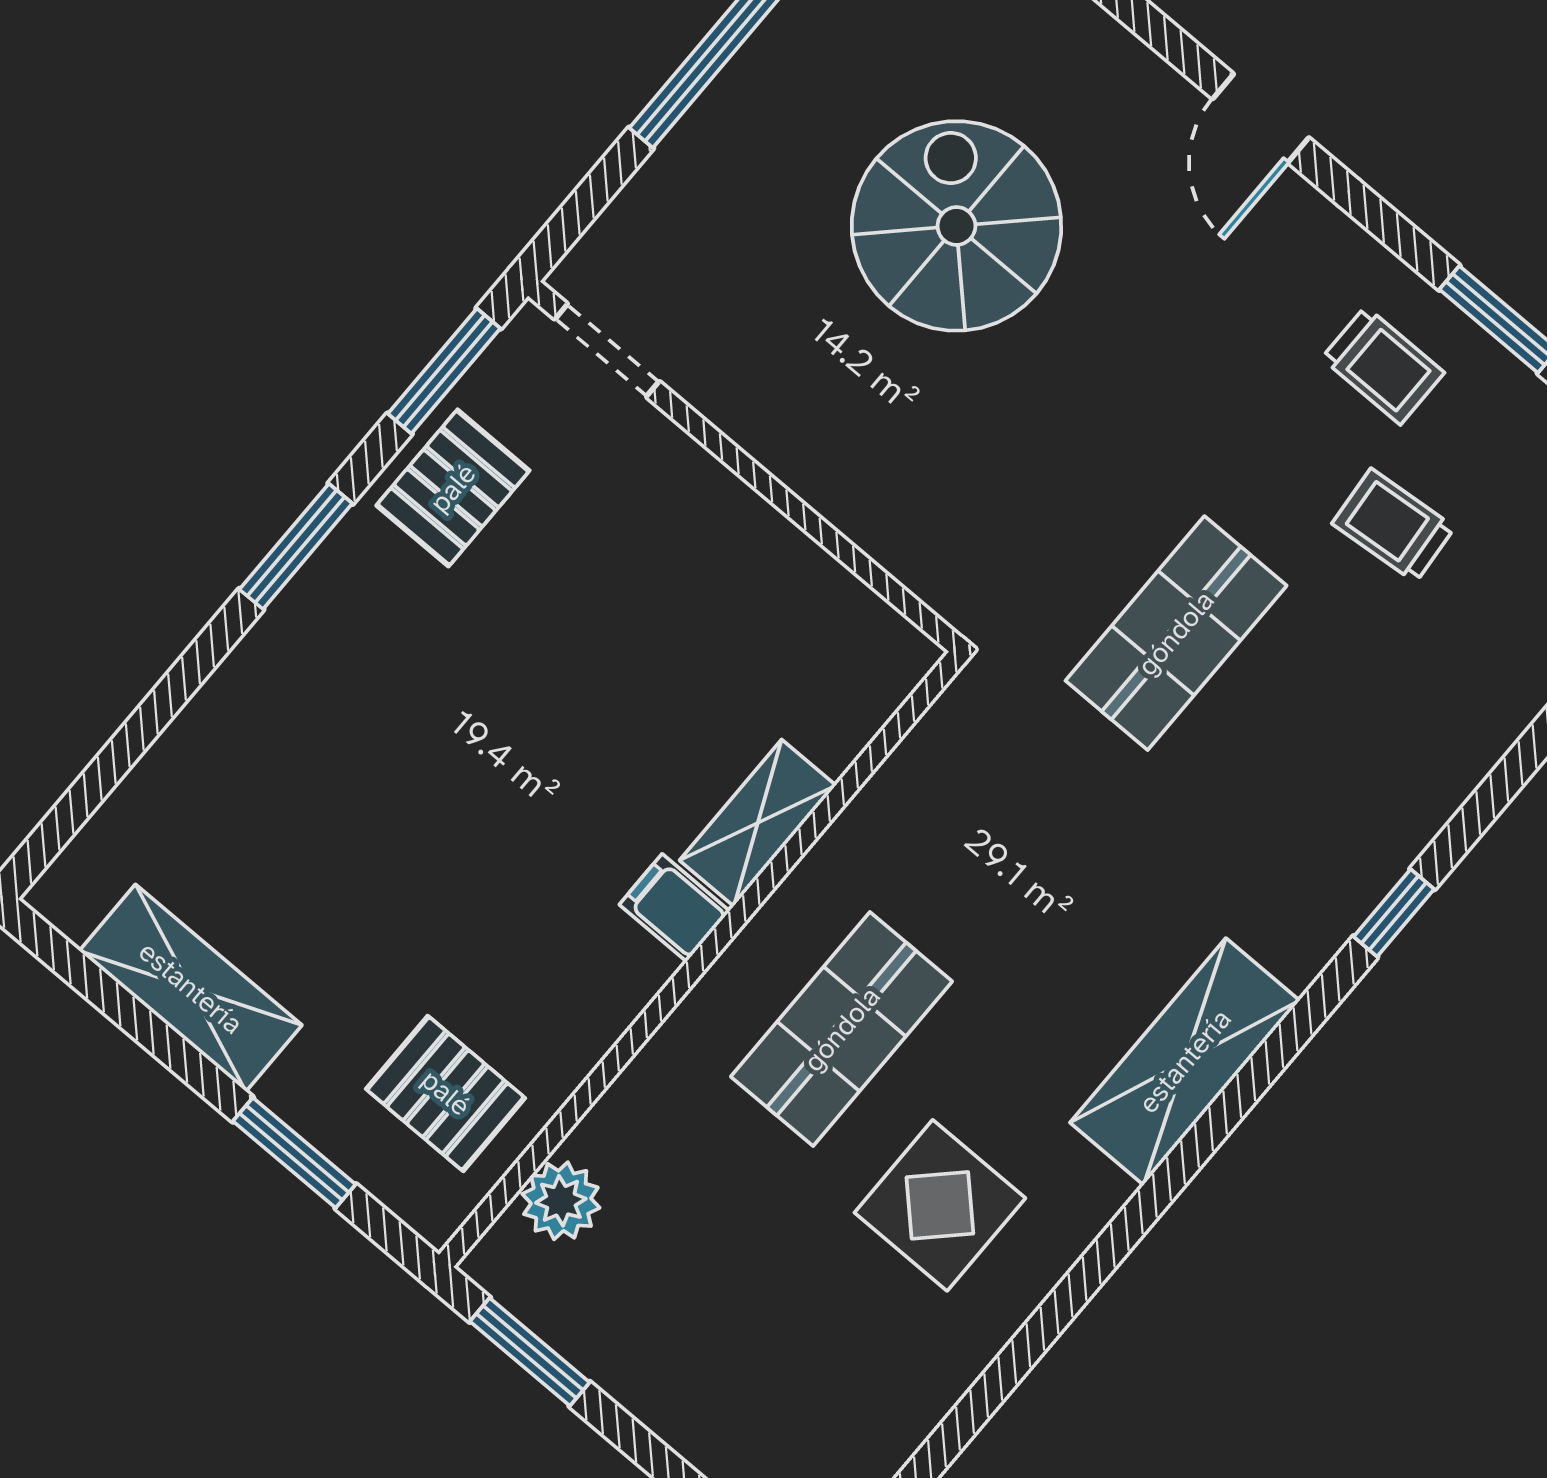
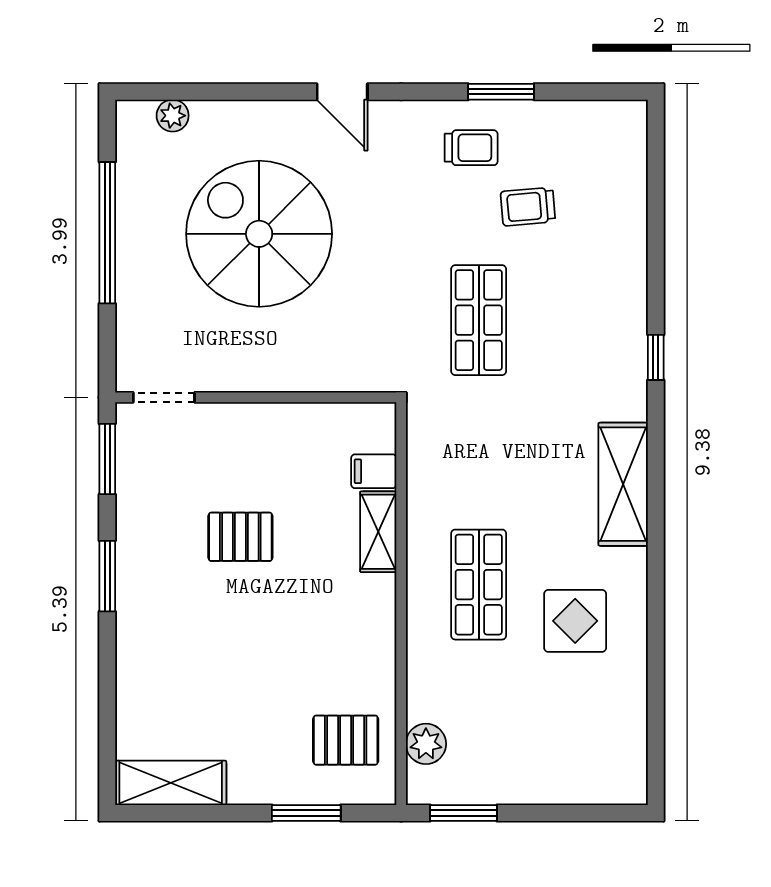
spiral stairs: (956, 226) -> (259, 234), width x1.37, depth x1.37
pallet: (453, 488) -> (240, 537), moved, turned 90
filing cabinet: (675, 908) -> (374, 471), moved
shelving: (191, 988) -> (171, 783), moved

